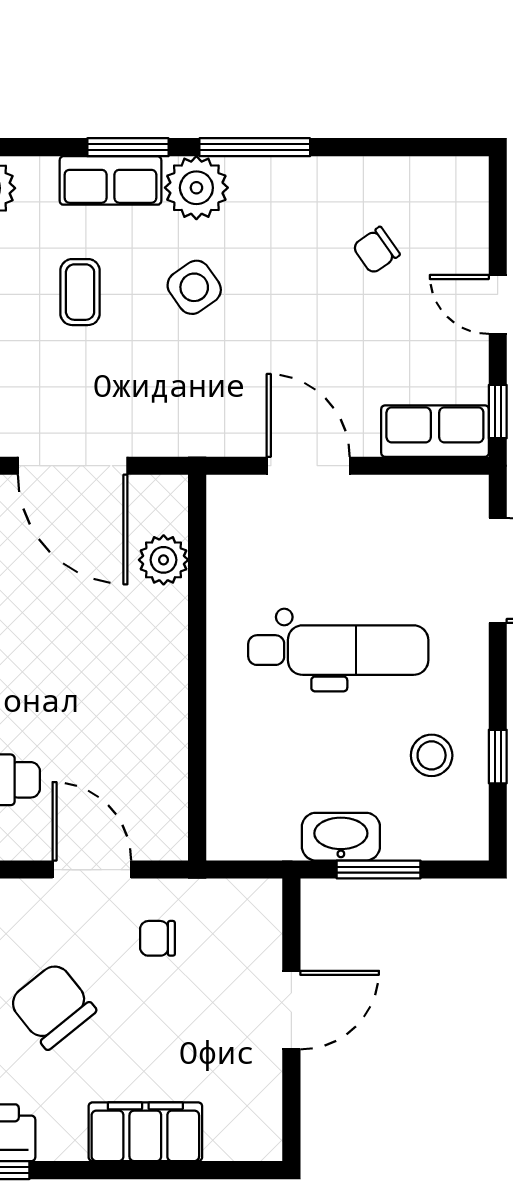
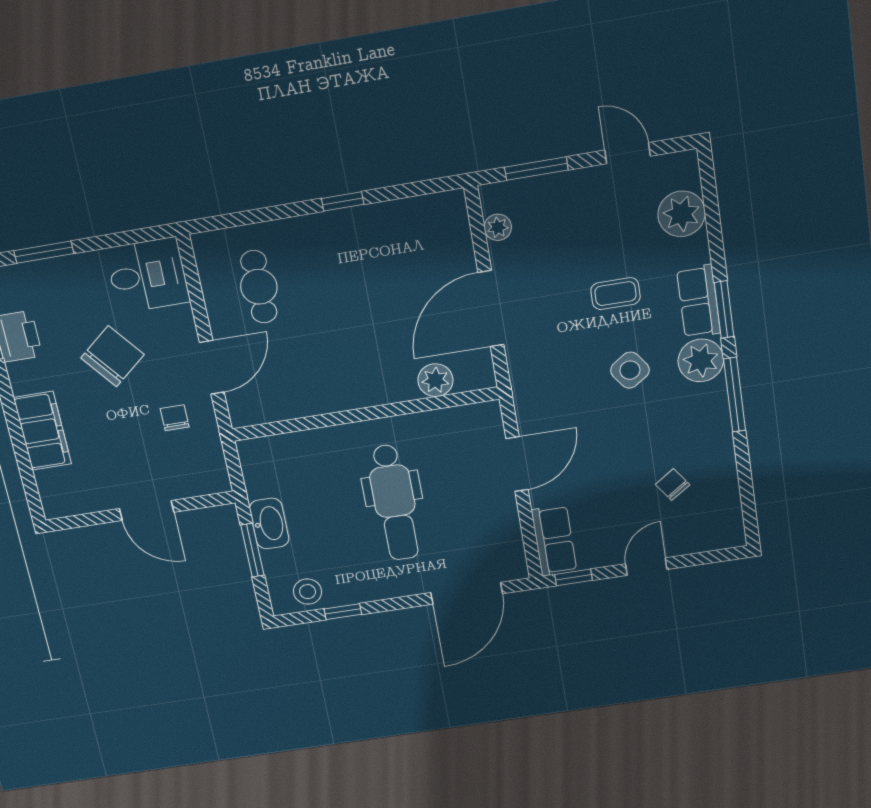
stool: (432, 755) -> (308, 592), moved

